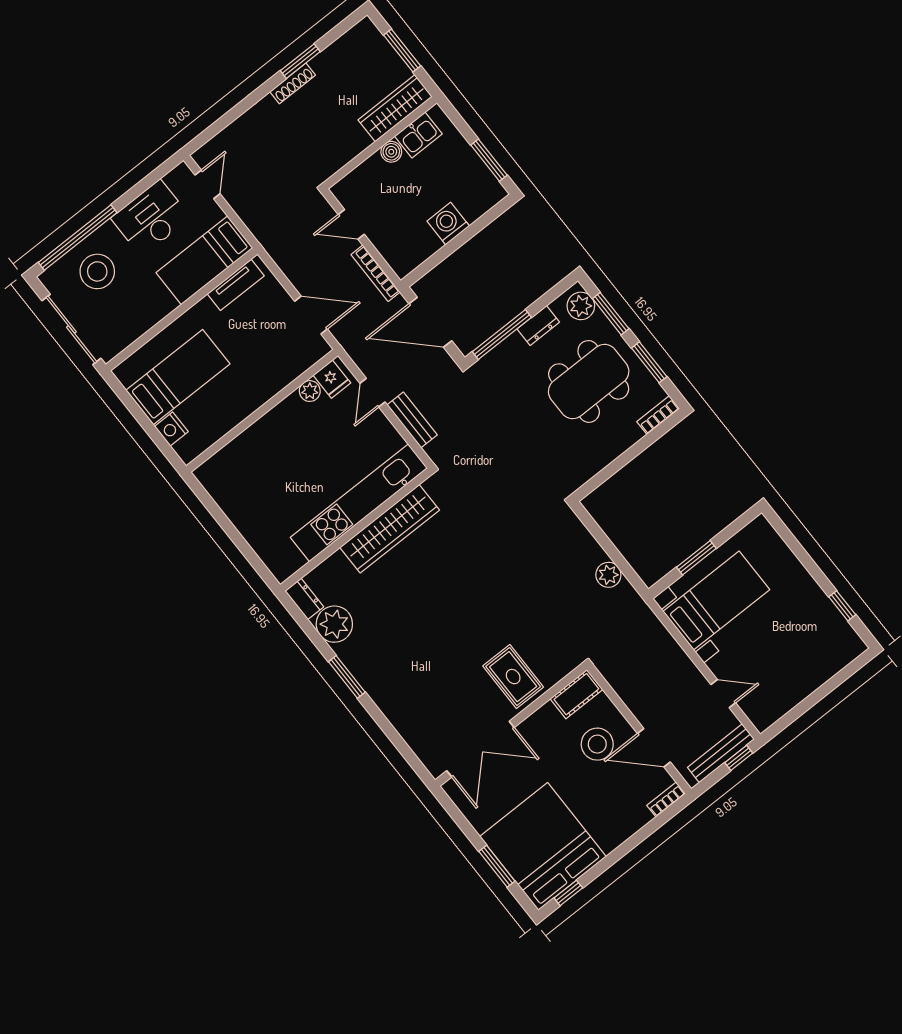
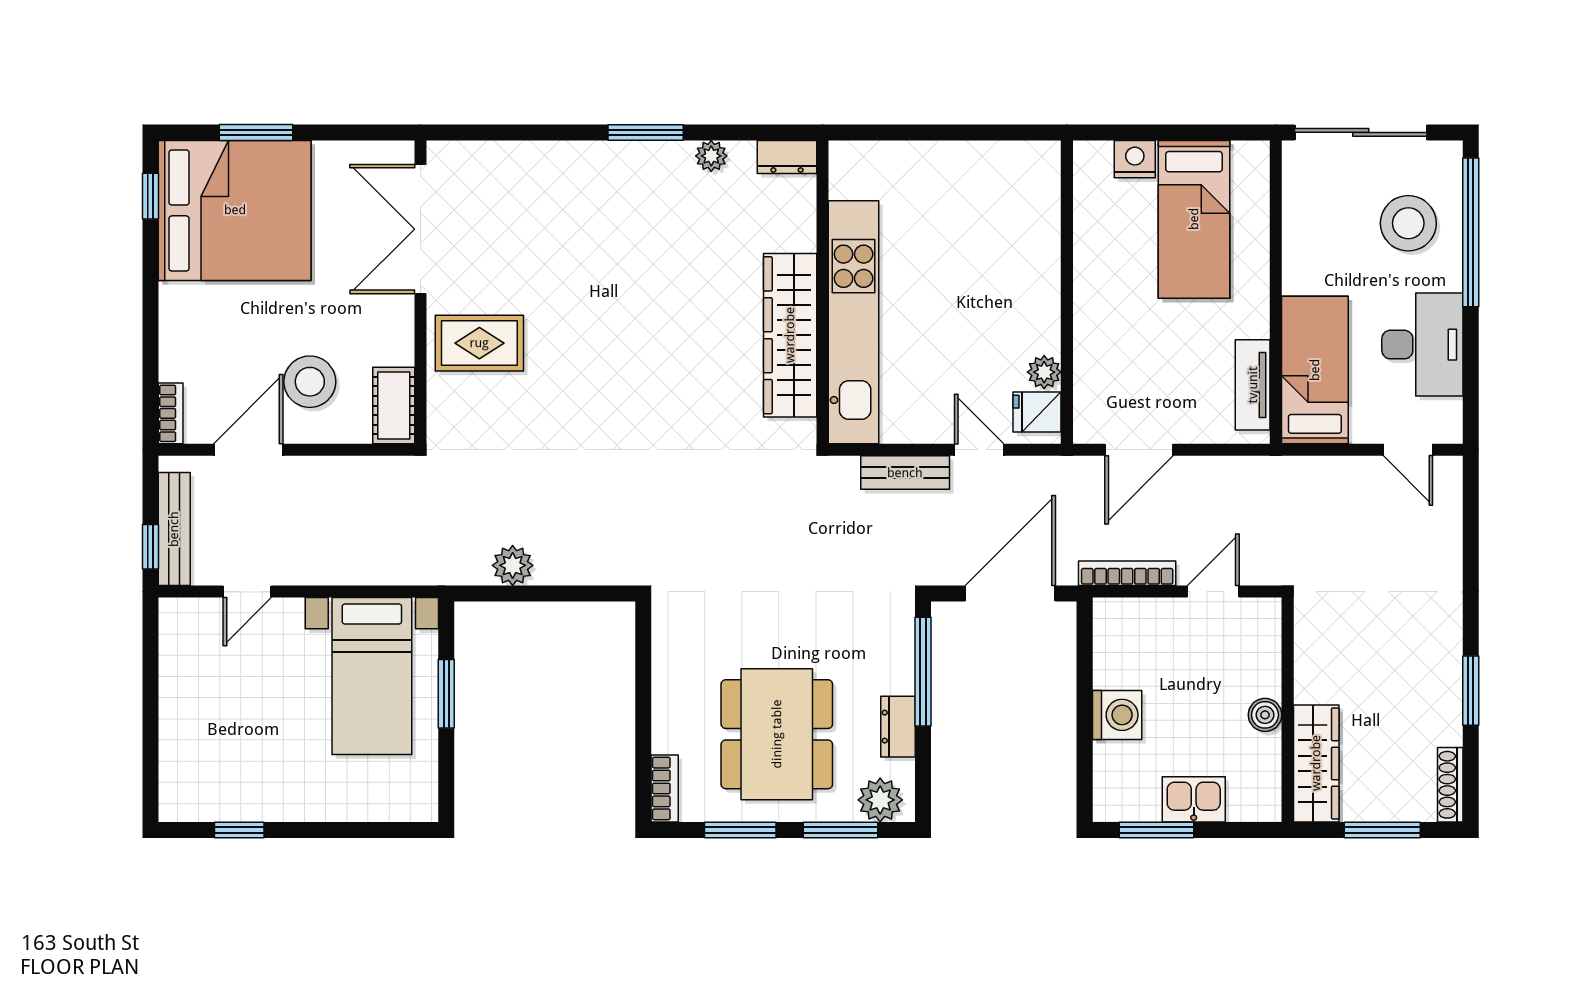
shoe rack: (293, 83) -> (1450, 785), moved
kitchen sink: (418, 135) -> (1194, 799), moved, turned 90
plant: (334, 624) -> (711, 156), width x0.53, depth x0.53

